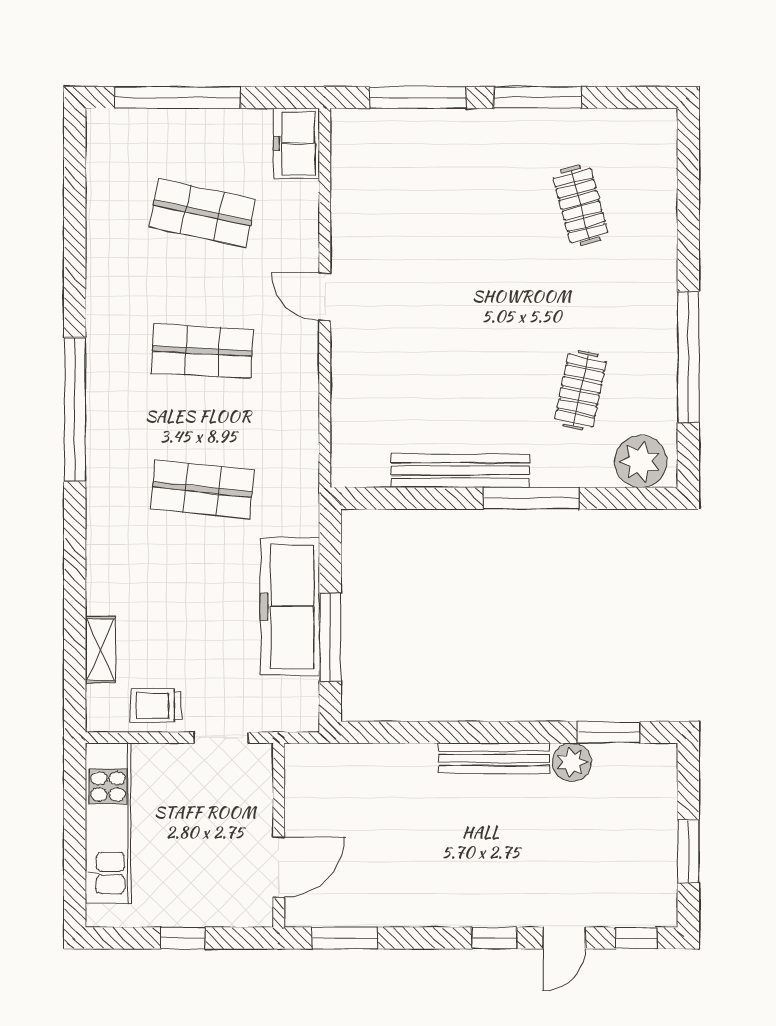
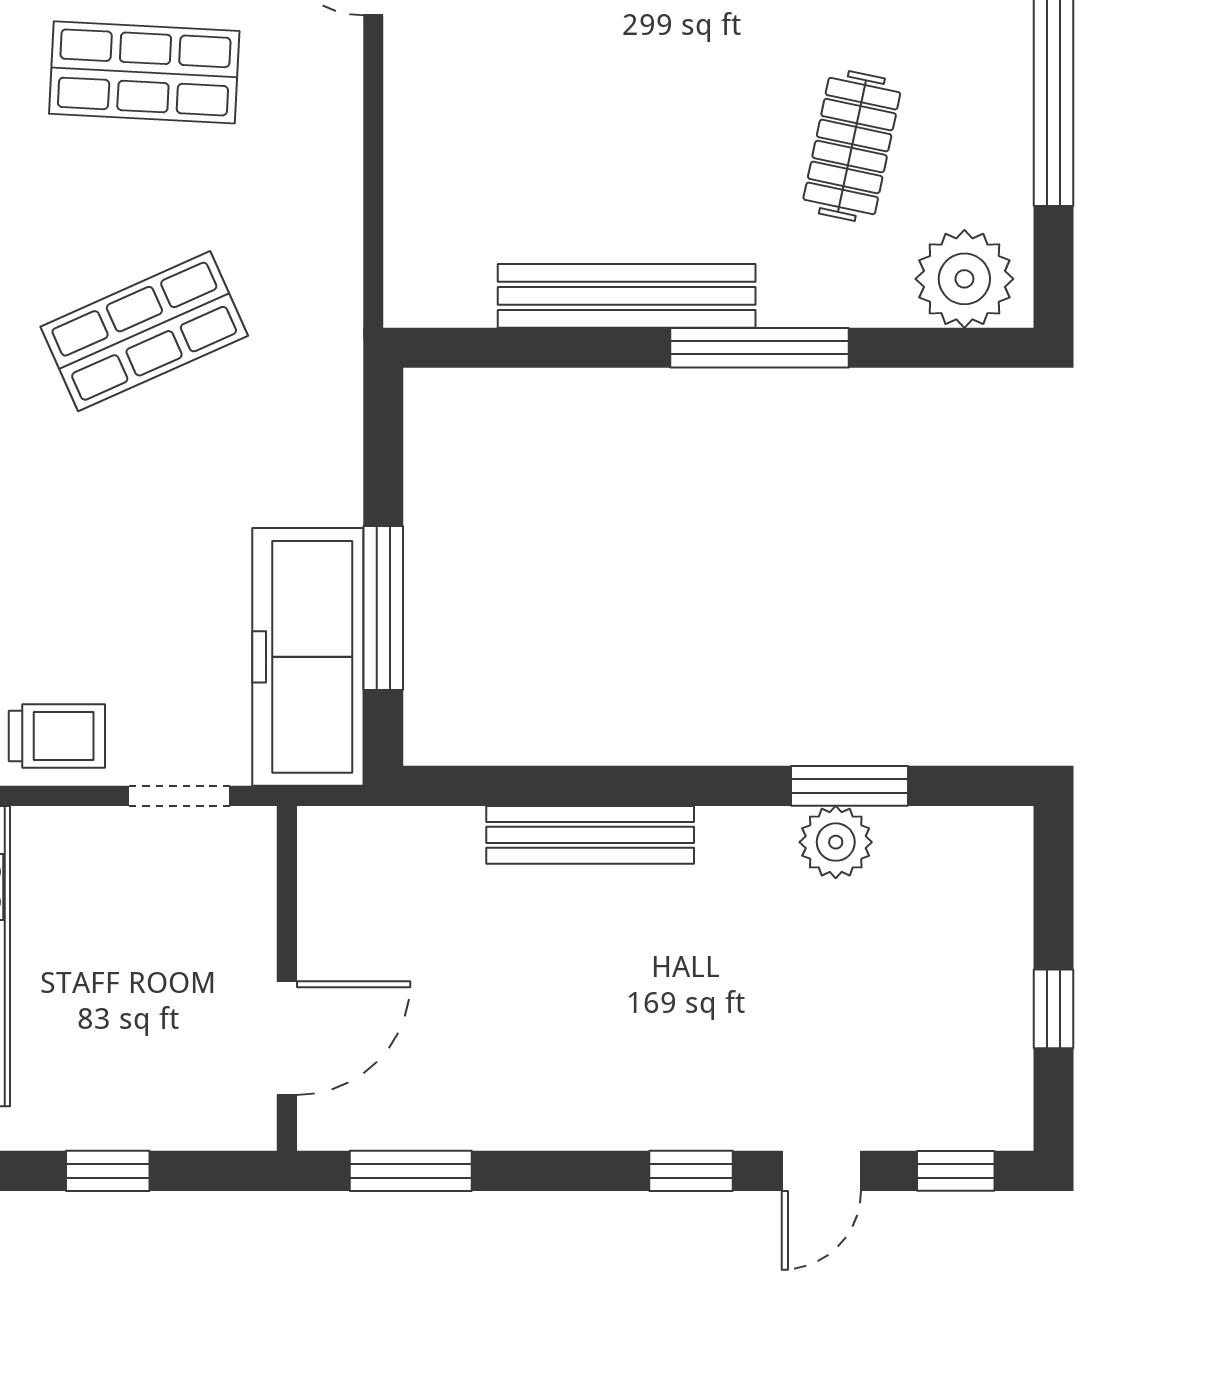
shop shelf: (202, 489) -> (144, 331), turned -30
freezer: (290, 607) -> (308, 657), moved
trolley: (156, 706) -> (57, 736), turned 180
window: (609, 732) -> (850, 786), moved
bench: (494, 758) -> (590, 835), moved
window: (688, 851) -> (1054, 1009), width x0.67

